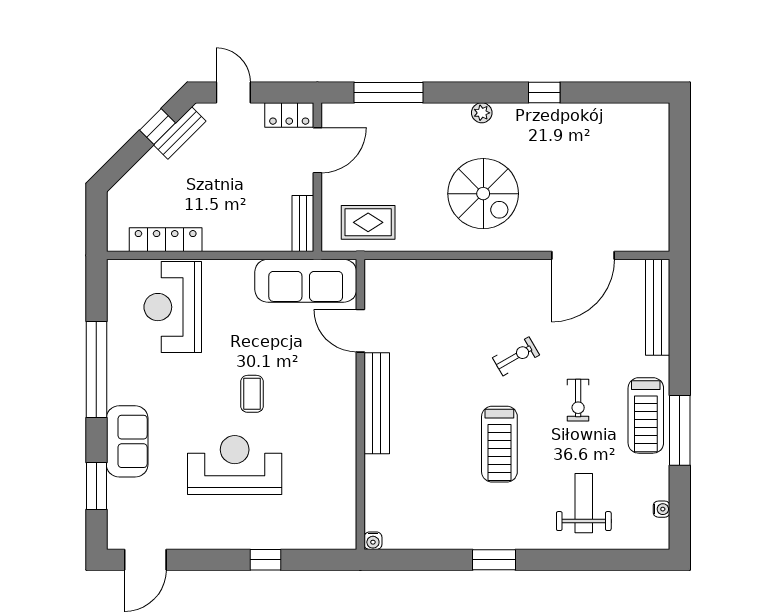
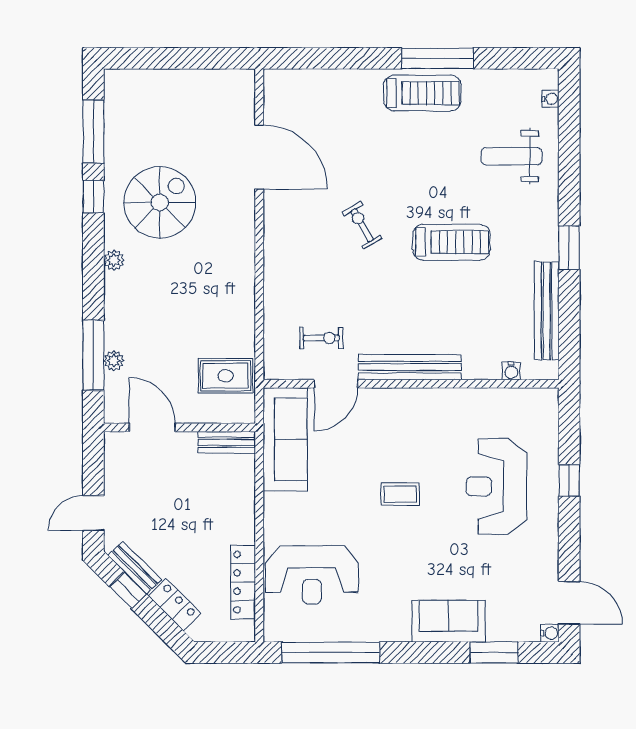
window: (608, 92) -> (93, 131), added
plant: (383, 113) -> (114, 361), added
locker: (289, 115) -> (175, 605), moved, turned -45
spiral stairs: (483, 194) -> (160, 202), moved
rug: (368, 222) -> (226, 376), turned 90
bench: (658, 307) -> (547, 311), moved, turned 90
window: (96, 369) -> (331, 653), moved
exercise bike: (578, 400) -> (321, 338), moved
reception desk: (235, 465) -> (496, 487), moved
water cooler: (662, 509) -> (551, 99), moved, turned 90
water cooler: (115, 541) -> (550, 633), added
water cooler: (373, 541) -> (511, 371), moved, turned 90

